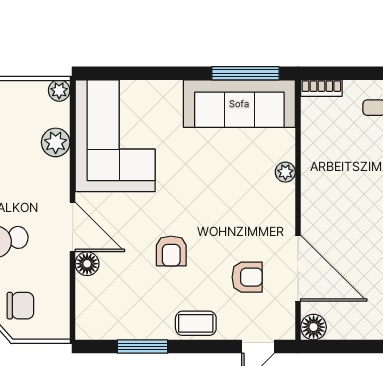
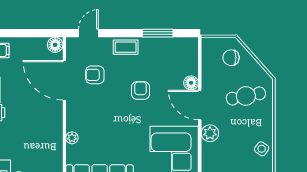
plant: (56, 142) -> (210, 133), moved

